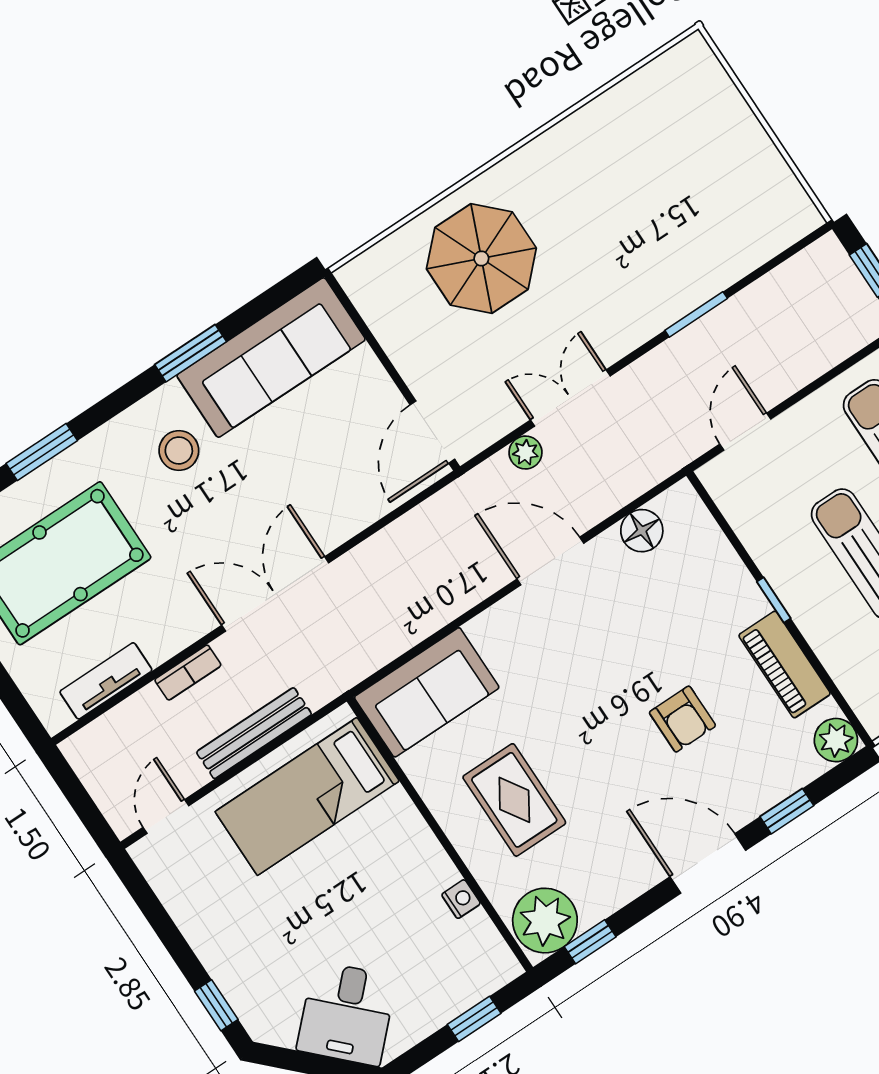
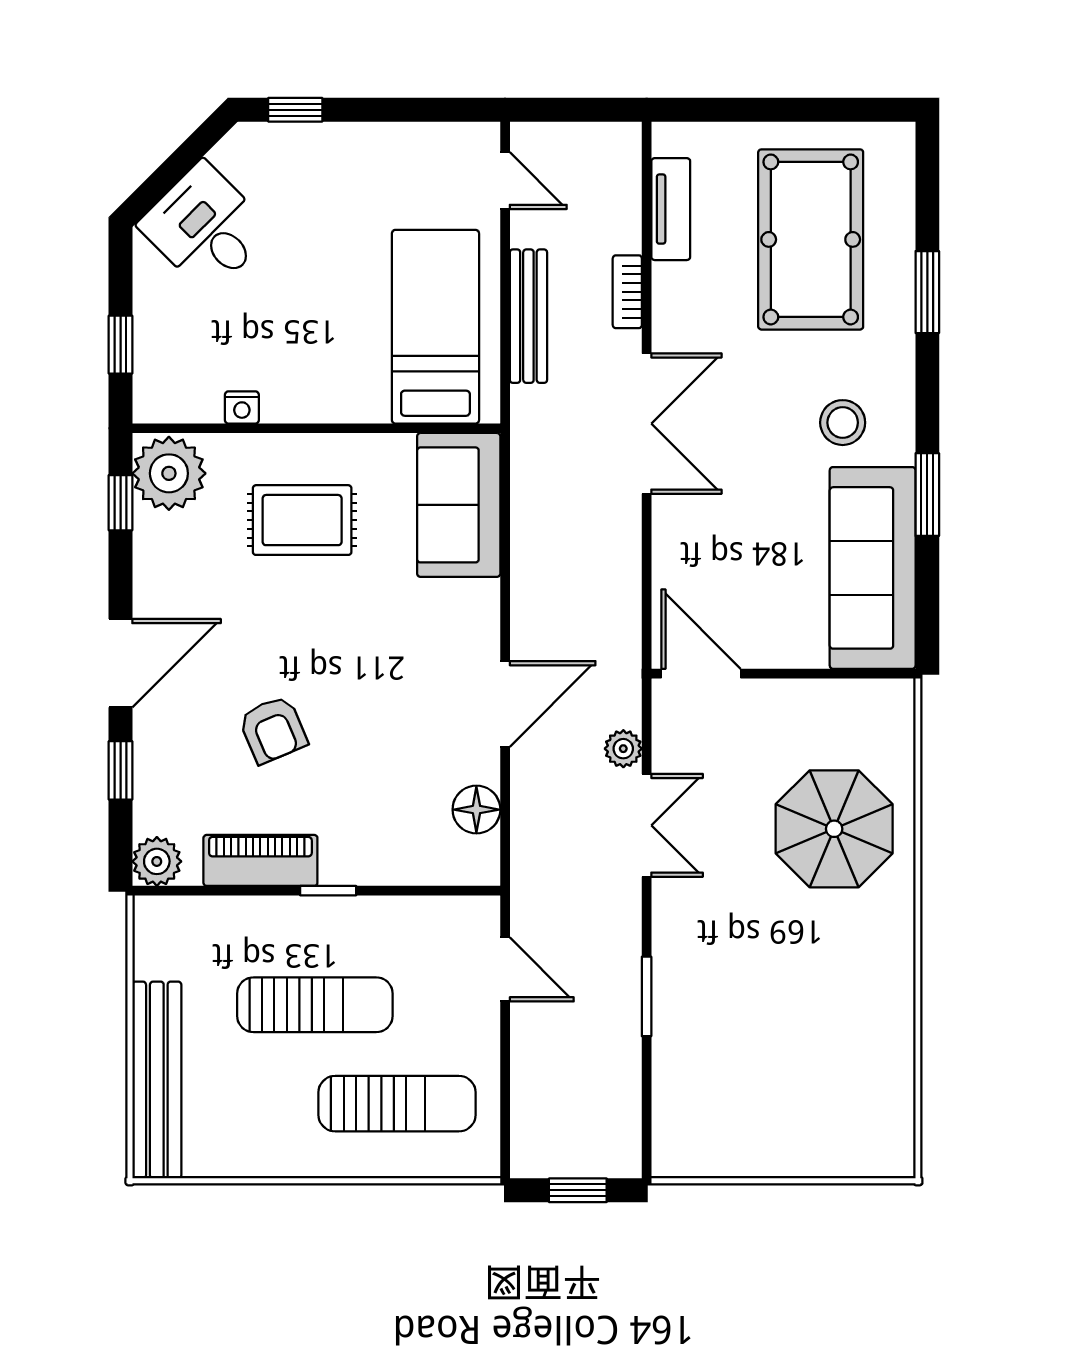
armchair: (682, 719) -> (273, 730), turned -113

